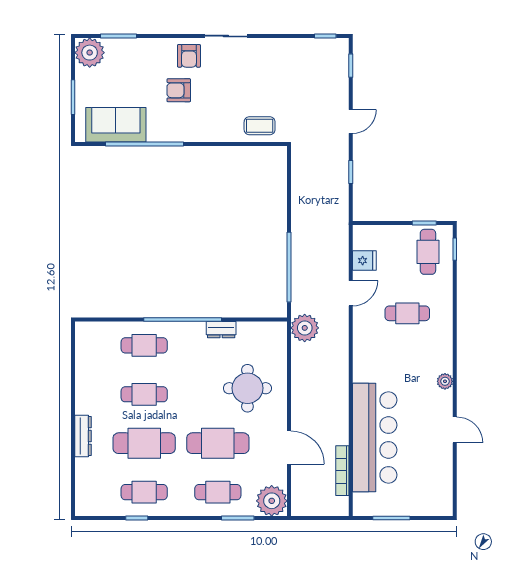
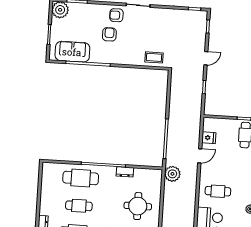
armchair: (189, 56) -> (116, 15), turned 90
armchair: (179, 90) -> (109, 34), turned 90
cafe table: (407, 313) -> (218, 191), moved
cafe table: (144, 345) -> (81, 178), width x1.37, depth x1.35

